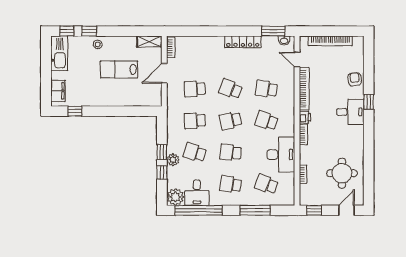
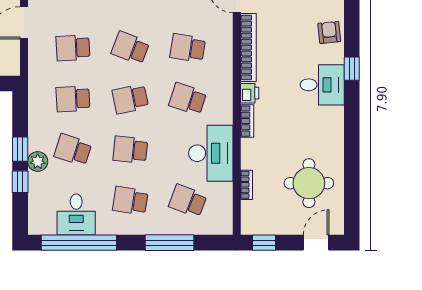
plant: (175, 197) -> (42, 221), removed

